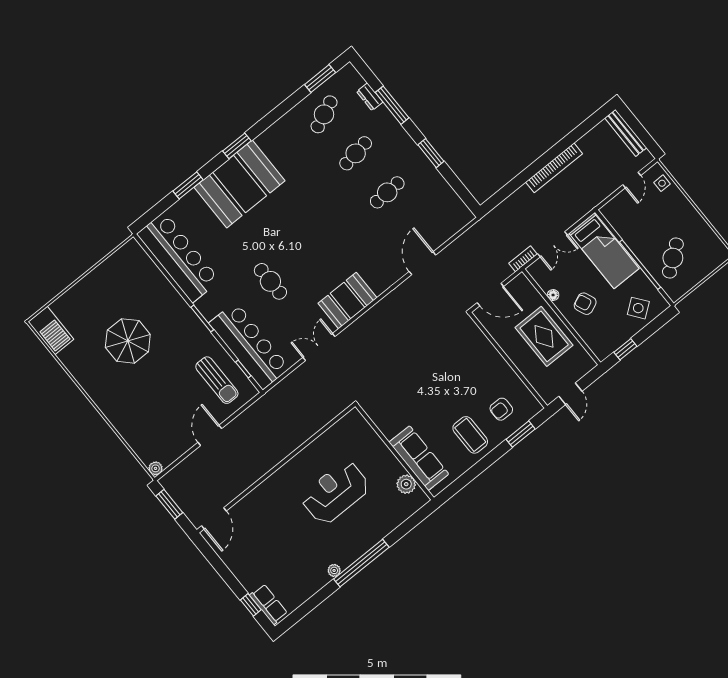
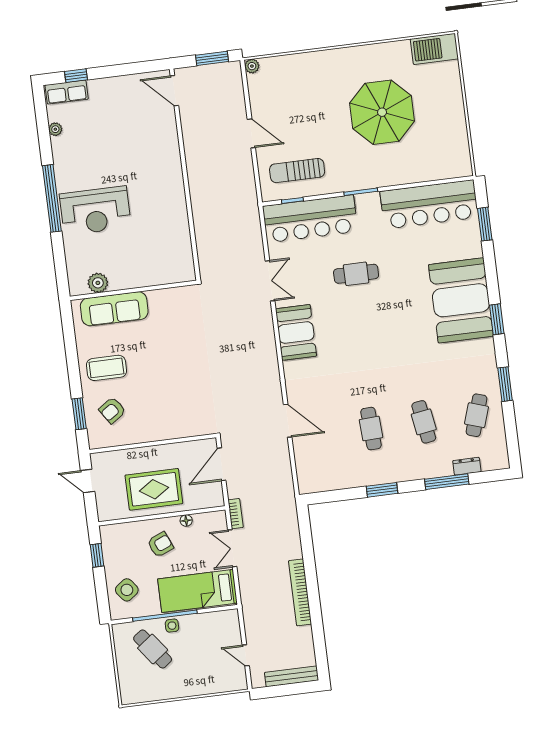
window: (320, 78) -> (505, 384), moved
cafe table: (324, 114) -> (476, 415), turned 42
side table: (662, 183) -> (172, 626), moved
window: (188, 185) -> (485, 224), moved
parasol: (128, 341) -> (382, 112), width x1.36, depth x1.36
armchair: (501, 409) -> (112, 410), turned -124
reception desk: (335, 492) -> (95, 211), moved, turned 90
plant: (334, 570) -> (55, 129), moved

